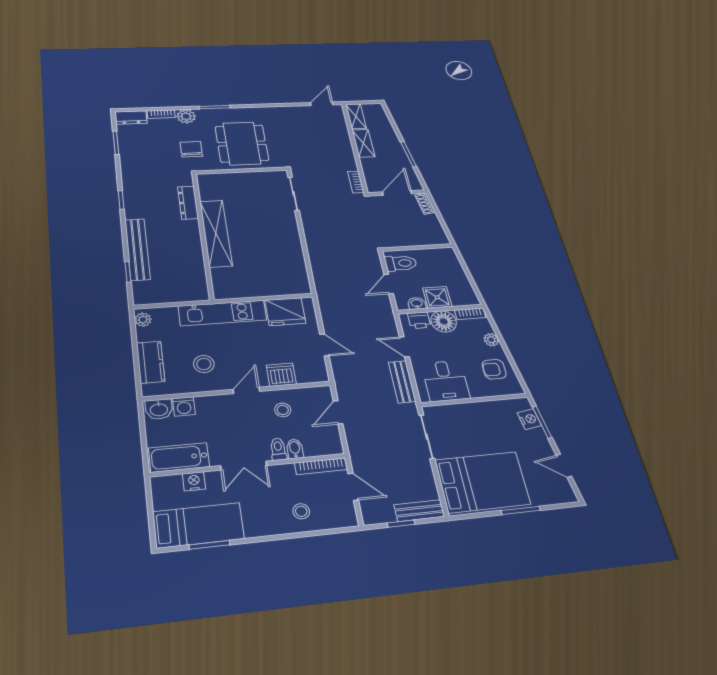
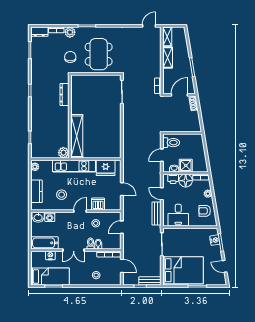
shelving: (216, 233) -> (77, 136), moved
bench: (137, 249) -> (36, 124), removed
plant: (198, 292) -> (63, 153), added

